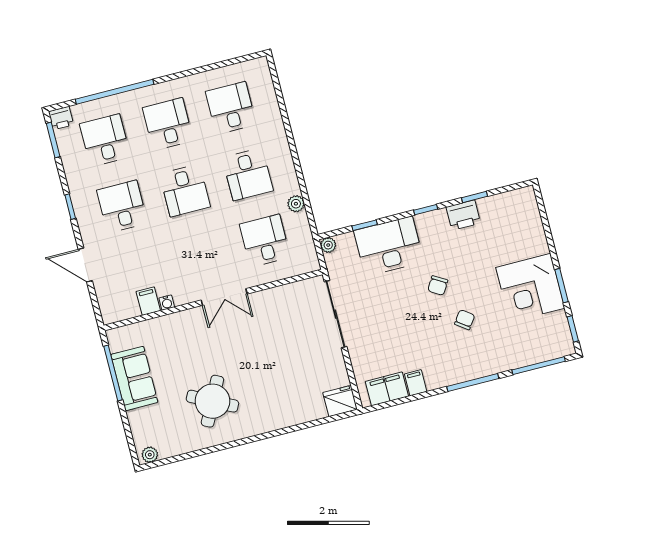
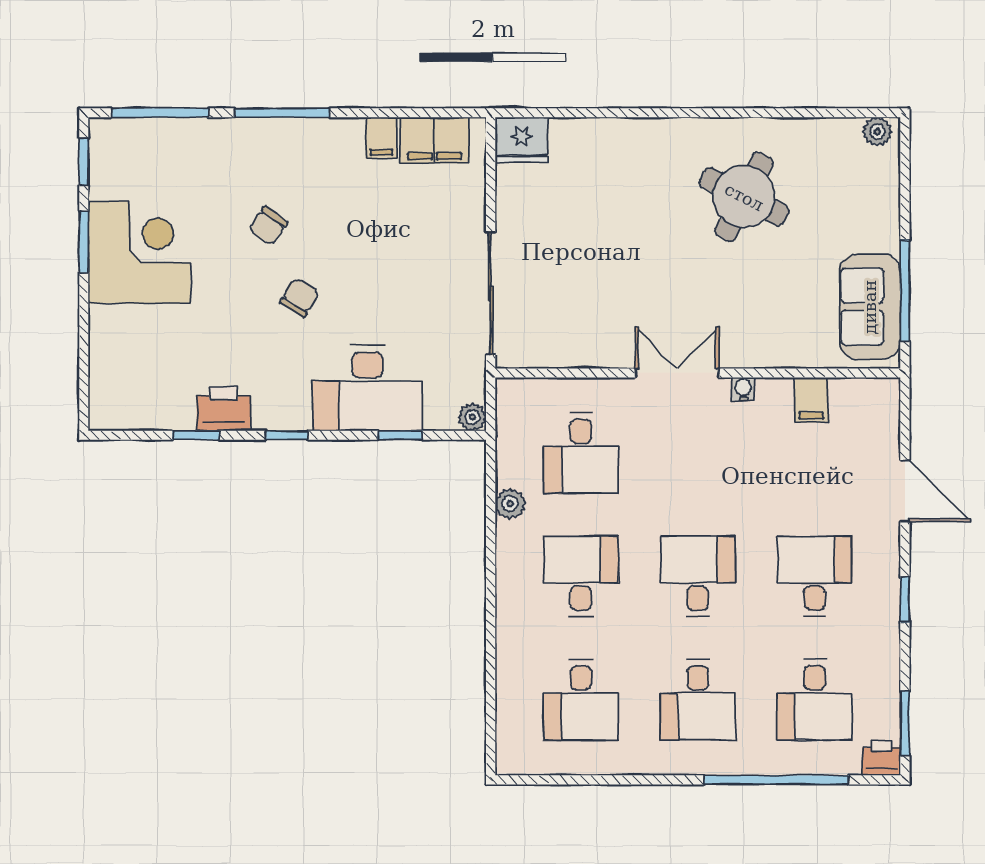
desk: (122, 207) -> (815, 576), turned 180
water cooler: (167, 303) -> (743, 389), moved
sofa: (134, 378) -> (870, 307), moved

